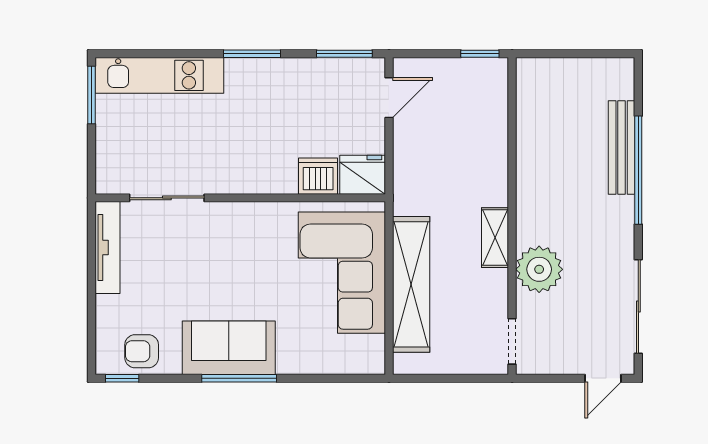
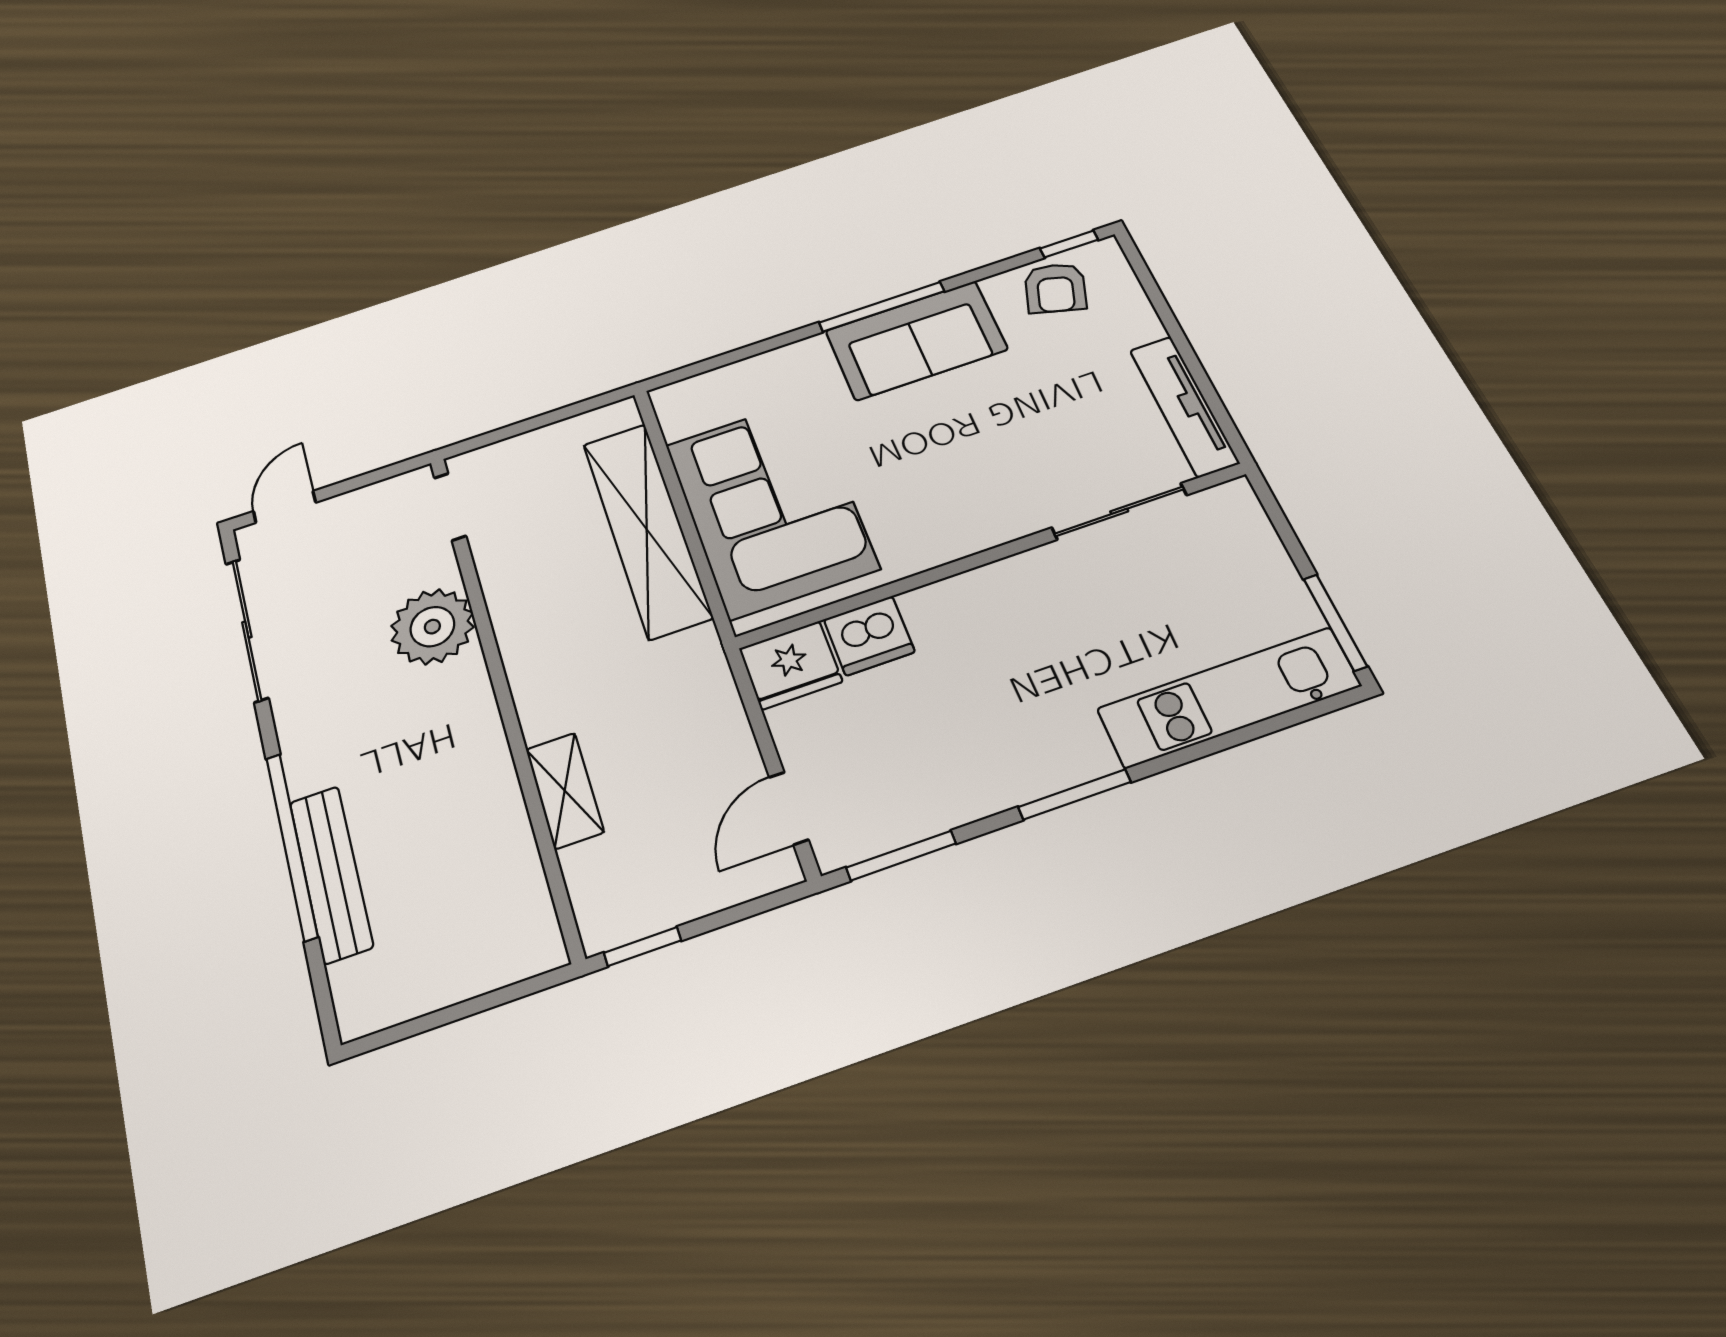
shelving: (495, 238) -> (565, 790), moved
armchair: (142, 351) -> (1055, 288), turned 107

